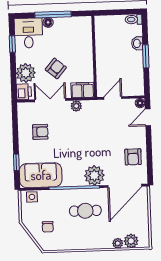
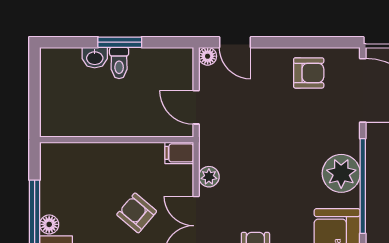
toilet: (134, 19) -> (119, 63), moved
filing cabinet: (83, 90) -> (179, 153), width x0.50
plant: (94, 175) -> (341, 173), moved

